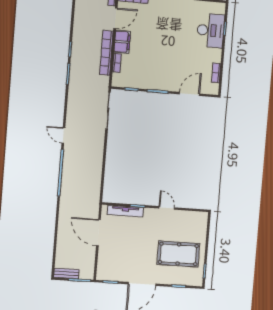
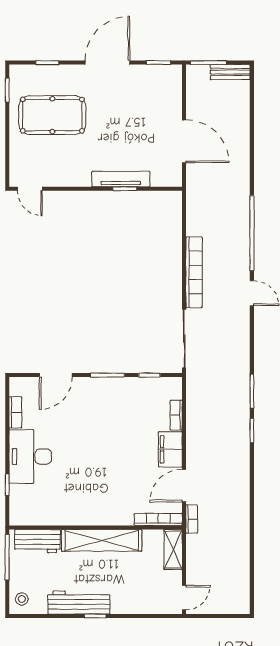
desk: (211, 30) -> (30, 457), moved
bookcase: (106, 53) -> (194, 272), moved
door: (167, 208) -> (30, 189), moved
tv unit: (125, 211) -> (121, 179), moved

